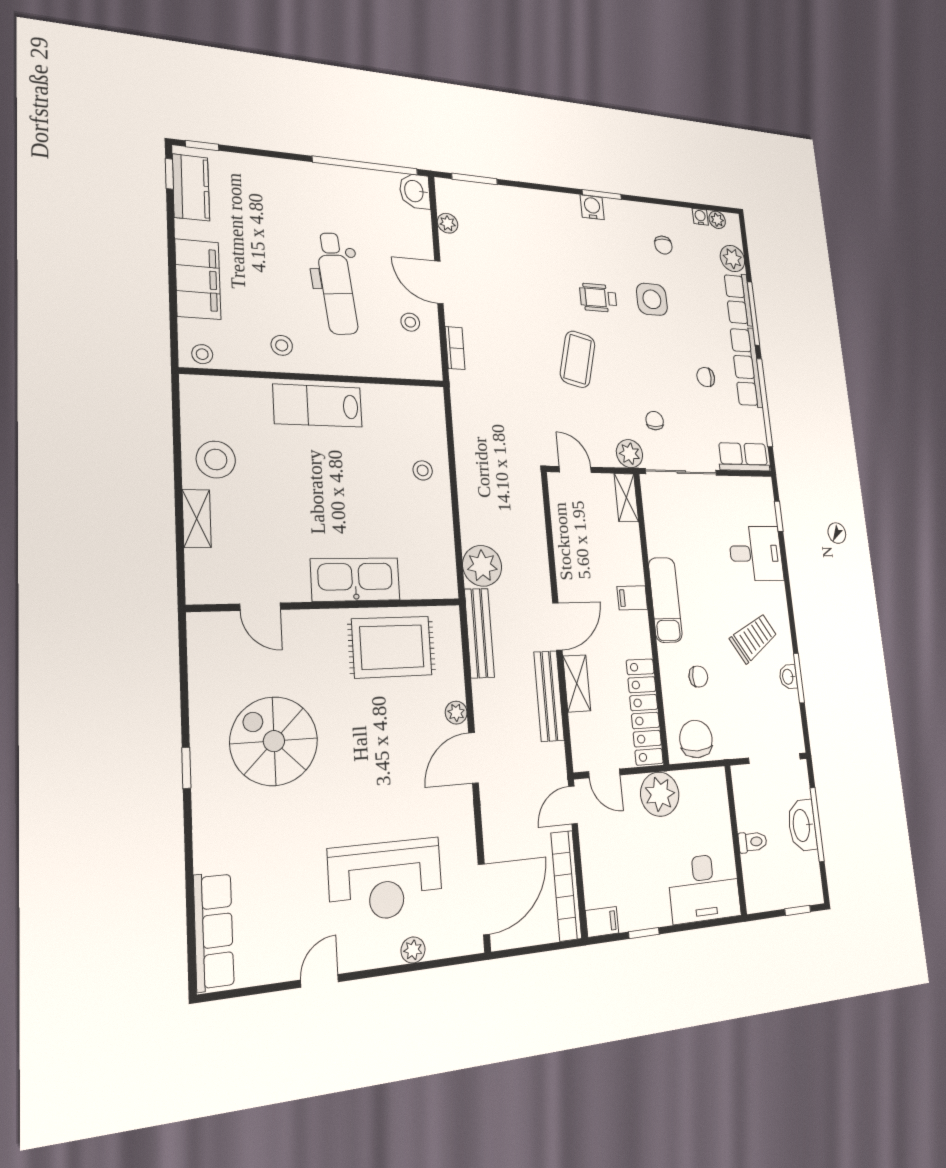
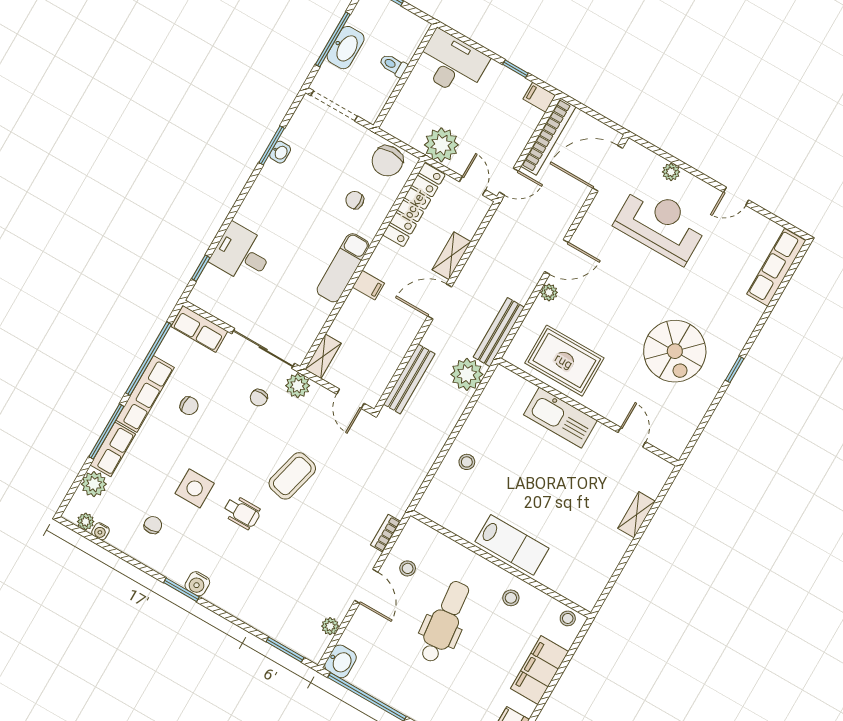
stool: (216, 460) -> (602, 545), removed
trolley: (754, 638) -> (289, 197), removed
bench: (549, 696) -> (409, 379), moved

